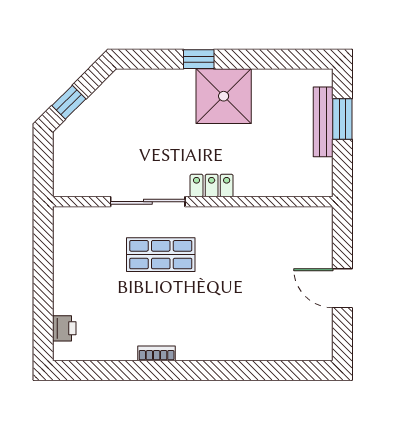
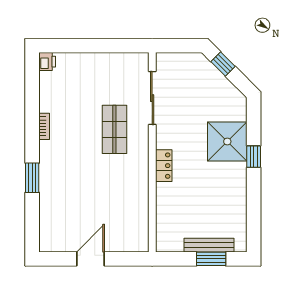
shower: (224, 96) -> (227, 142), moved
sliding door: (148, 202) -> (152, 98), moved
printer: (64, 328) -> (47, 62), moved, turned -90
window: (228, 370) -> (32, 178), added

